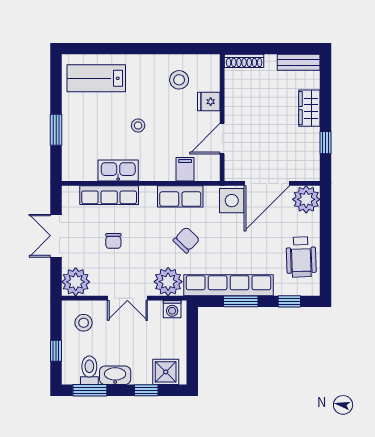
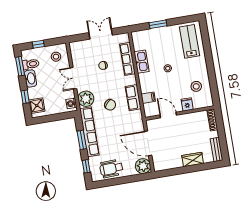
window: (325, 143) -> (175, 171), removed
side table: (232, 201) -> (136, 126), removed
plant: (76, 282) -> (77, 49), removed

